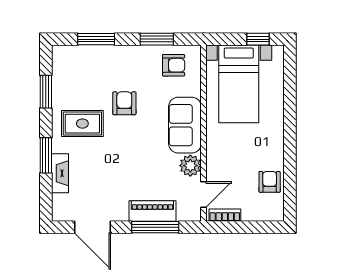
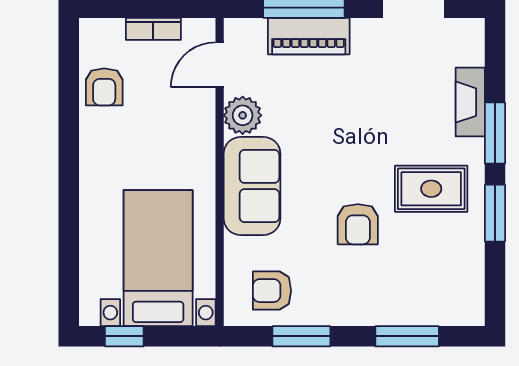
window: (46, 92) -> (495, 213), moved
bookcase: (225, 215) -> (153, 29), moved

